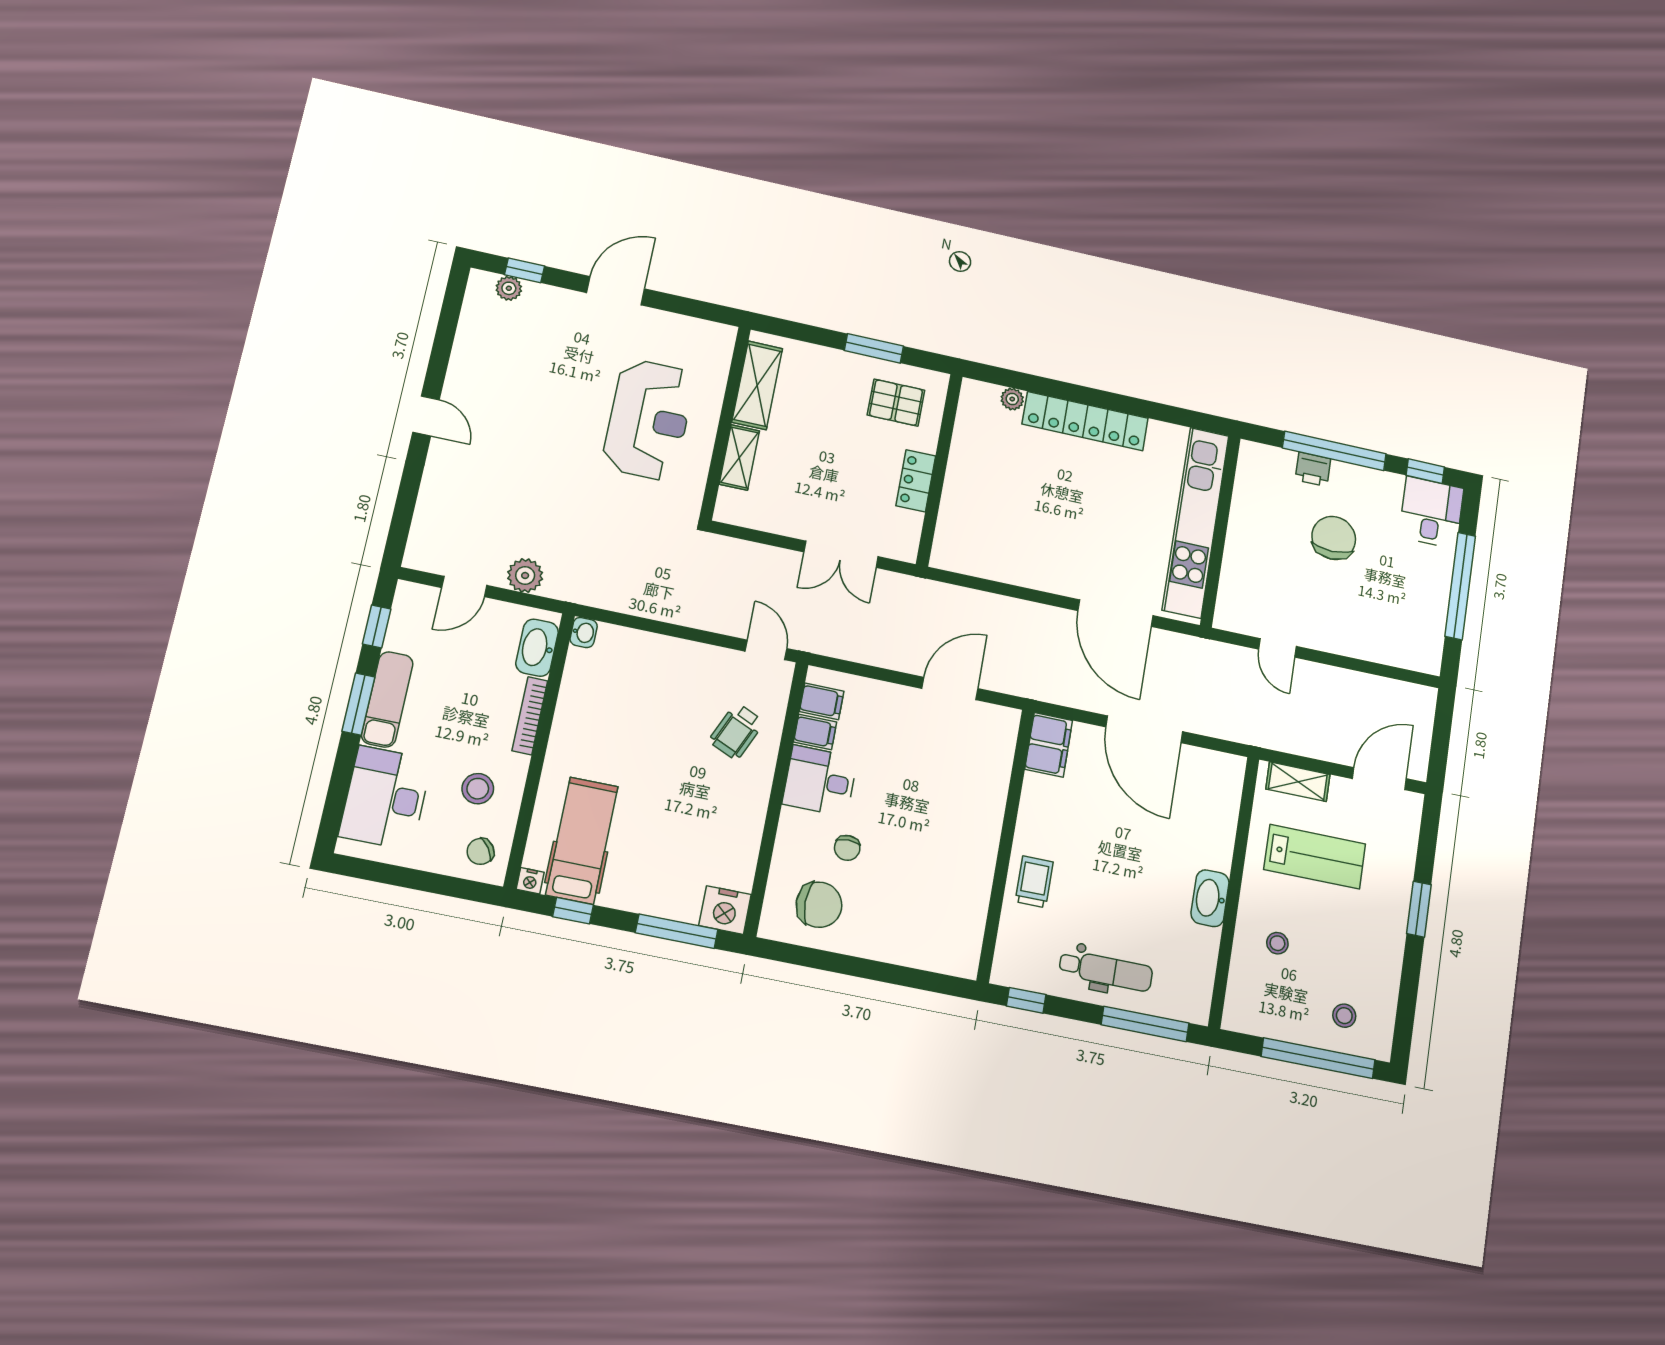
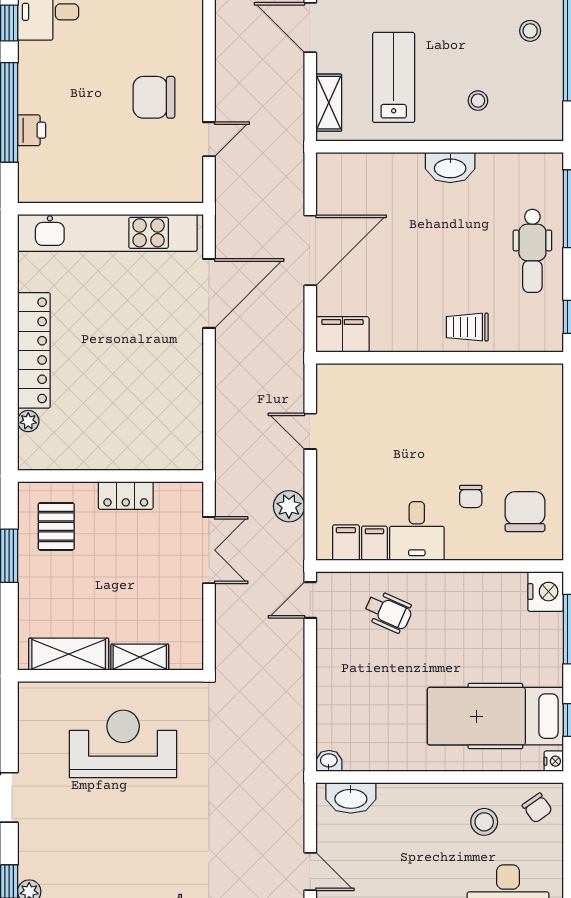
chair: (1334, 538) -> (154, 97), moved
plant: (525, 575) -> (289, 506), moved
door: (950, 688) -> (310, 431), width x0.73
bookcase: (530, 716) -> (412, 791), removed
hospital bed: (582, 841) -> (495, 716), width x1.37, depth x1.29
chair: (847, 848) -> (471, 496), turned 90
dental chair: (1106, 971) -> (532, 251), turned 180

